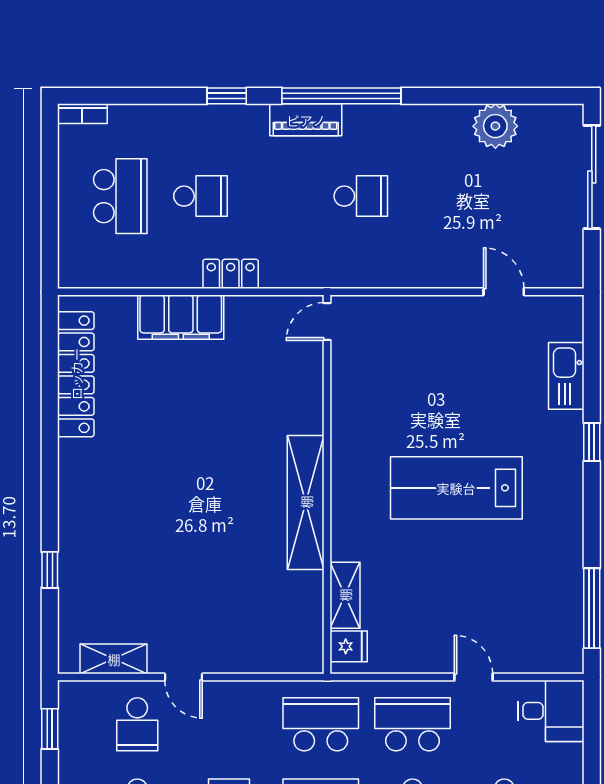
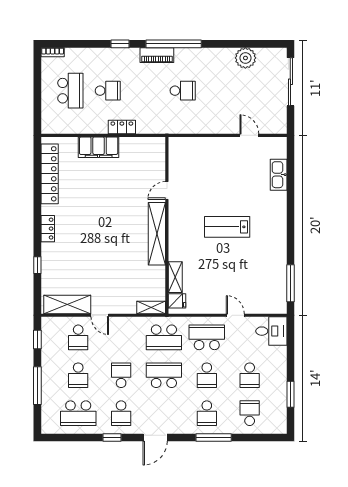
door: (327, 322) -> (167, 190), moved
window: (592, 442) -> (290, 205), removed
lab bench: (456, 488) -> (227, 227), width x0.73, depth x0.72
locker: (72, 491) -> (48, 229), added
shelving: (114, 659) -> (67, 304), width x1.50, depth x1.33
shelving: (293, 660) -> (151, 307), added
school desk: (321, 724) -> (164, 337), turned 180

